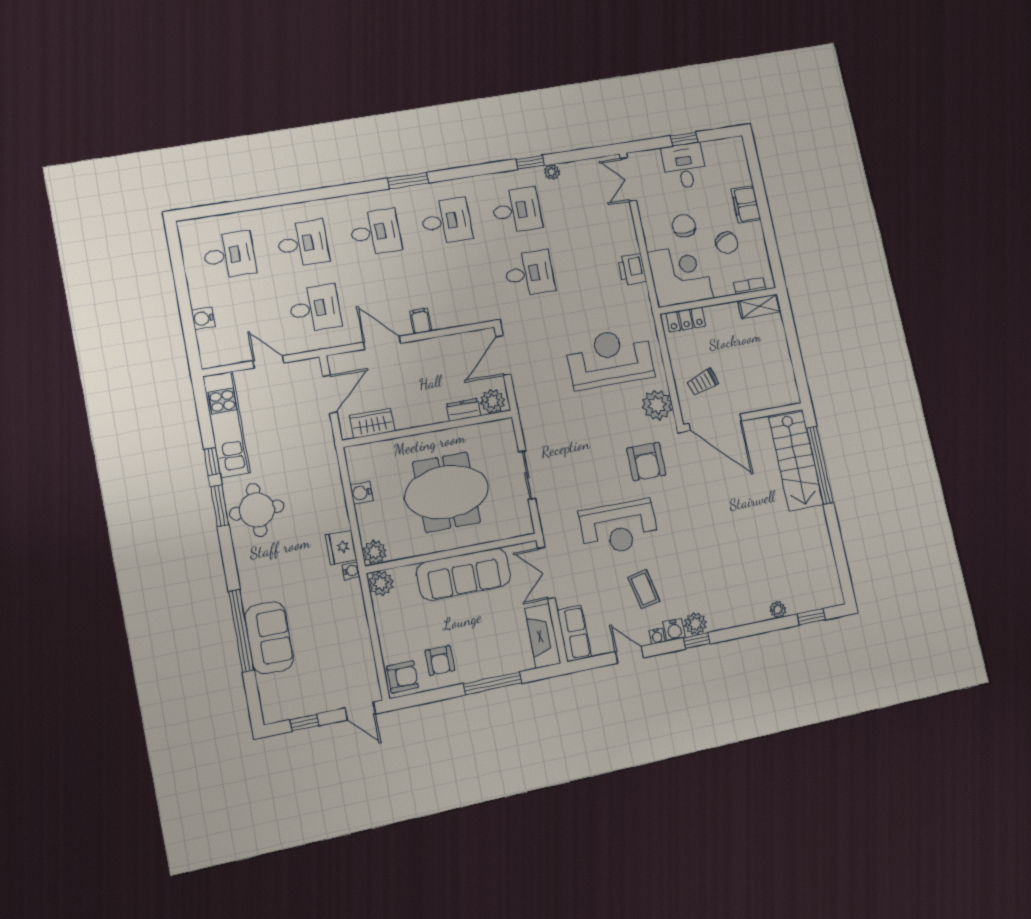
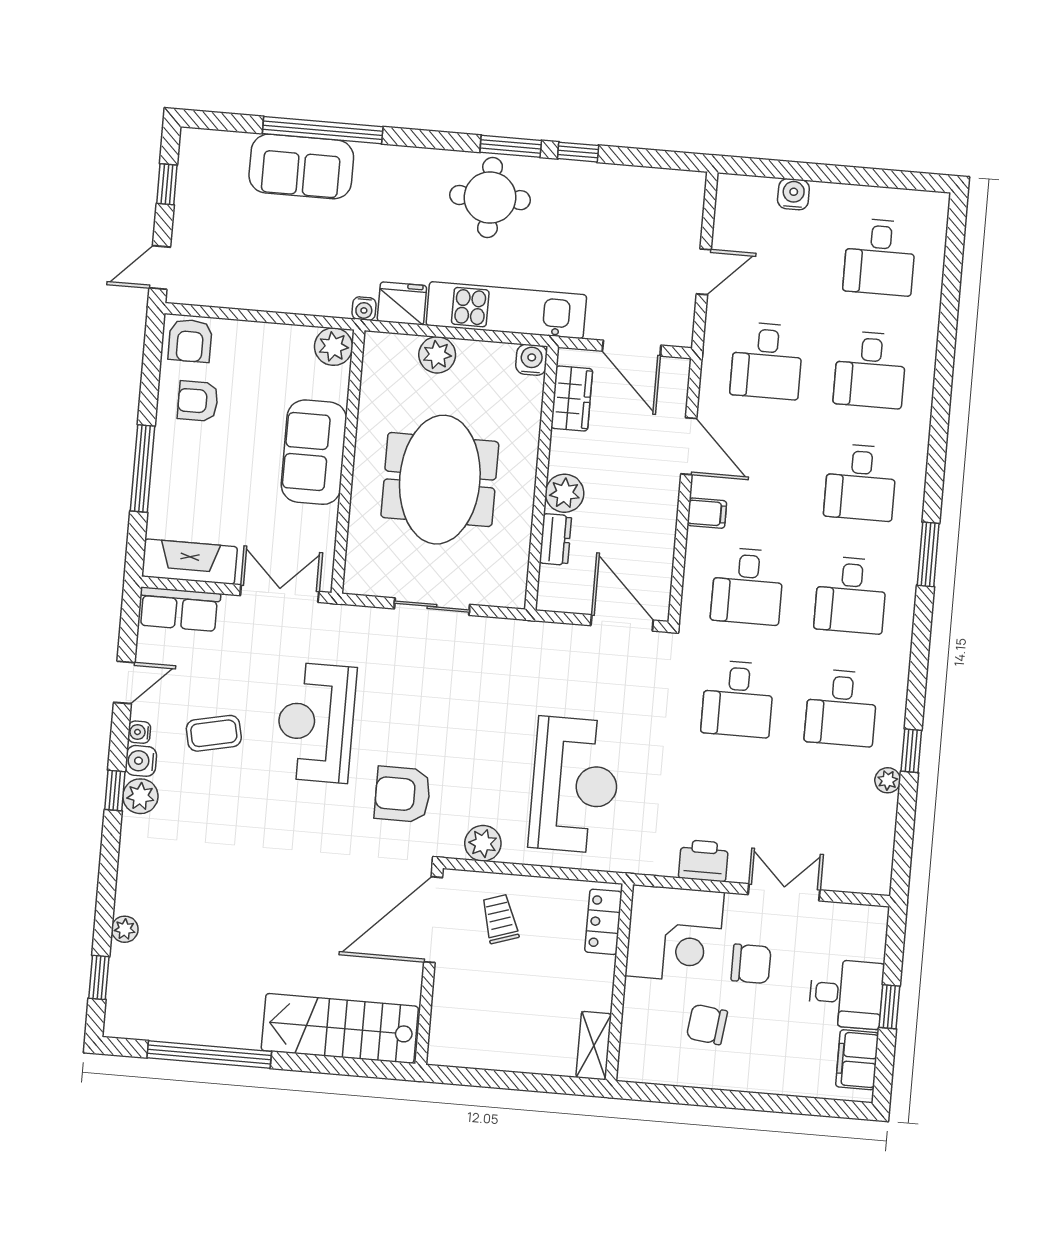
double door: (628, 179) -> (784, 892), moved
filing cabinet: (746, 204) -> (857, 1060), moved, turned -90
chair: (727, 243) -> (707, 1024), turned 32
desk: (459, 285) -> (747, 586), added
bookcase: (750, 286) -> (630, 1040), removed
door: (382, 343) -> (689, 446), hinge flipped
plant: (492, 401) -> (565, 493), moved
plant: (657, 405) -> (483, 843), width x0.73, depth x0.73
kitchen unit: (226, 424) -> (506, 310), moved, turned 180
window: (820, 465) -> (209, 1055), moved
water cooler: (362, 493) -> (532, 360), moved
plant: (375, 552) -> (437, 355), moved
sofa: (464, 574) -> (314, 452), width x0.73

